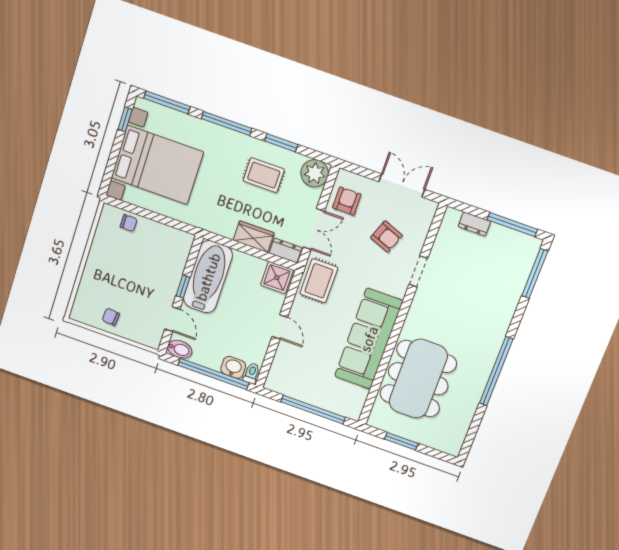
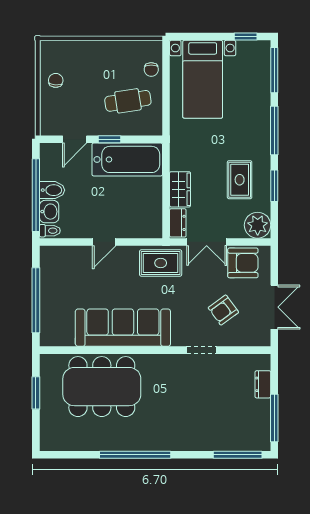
bed with nightstands: (157, 165) -> (203, 79), width x0.73
armchair: (347, 201) -> (243, 263), width x1.38, depth x1.38
armchair: (386, 237) -> (223, 310), turned 33
cafe table: (152, 256) -> (128, 101), added
shower: (277, 278) -> (150, 223), removed
bidet: (180, 349) -> (52, 190), moved, turned -90

